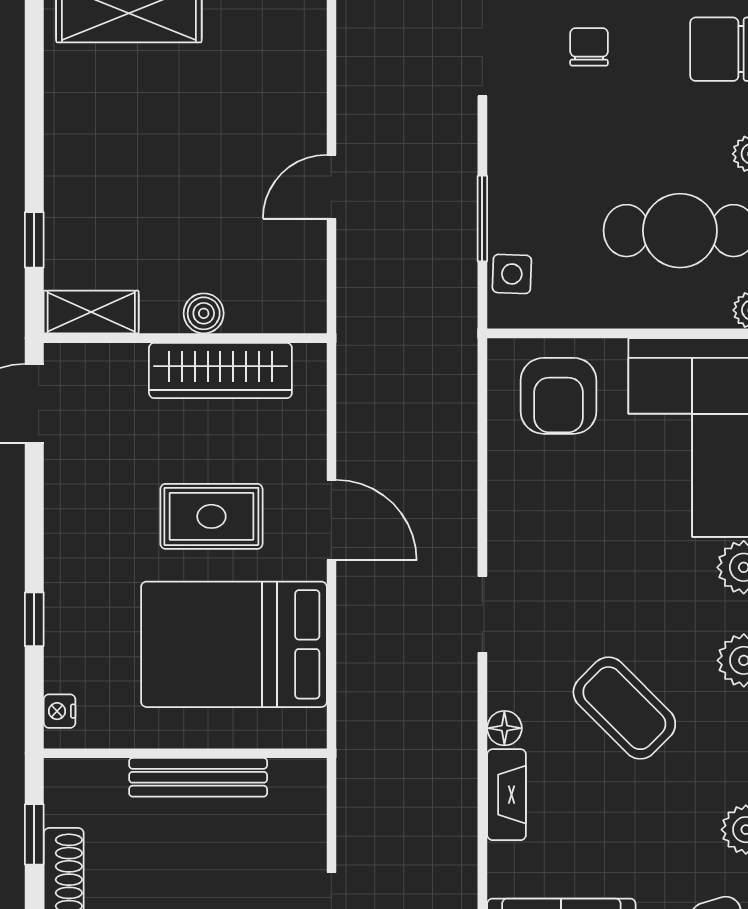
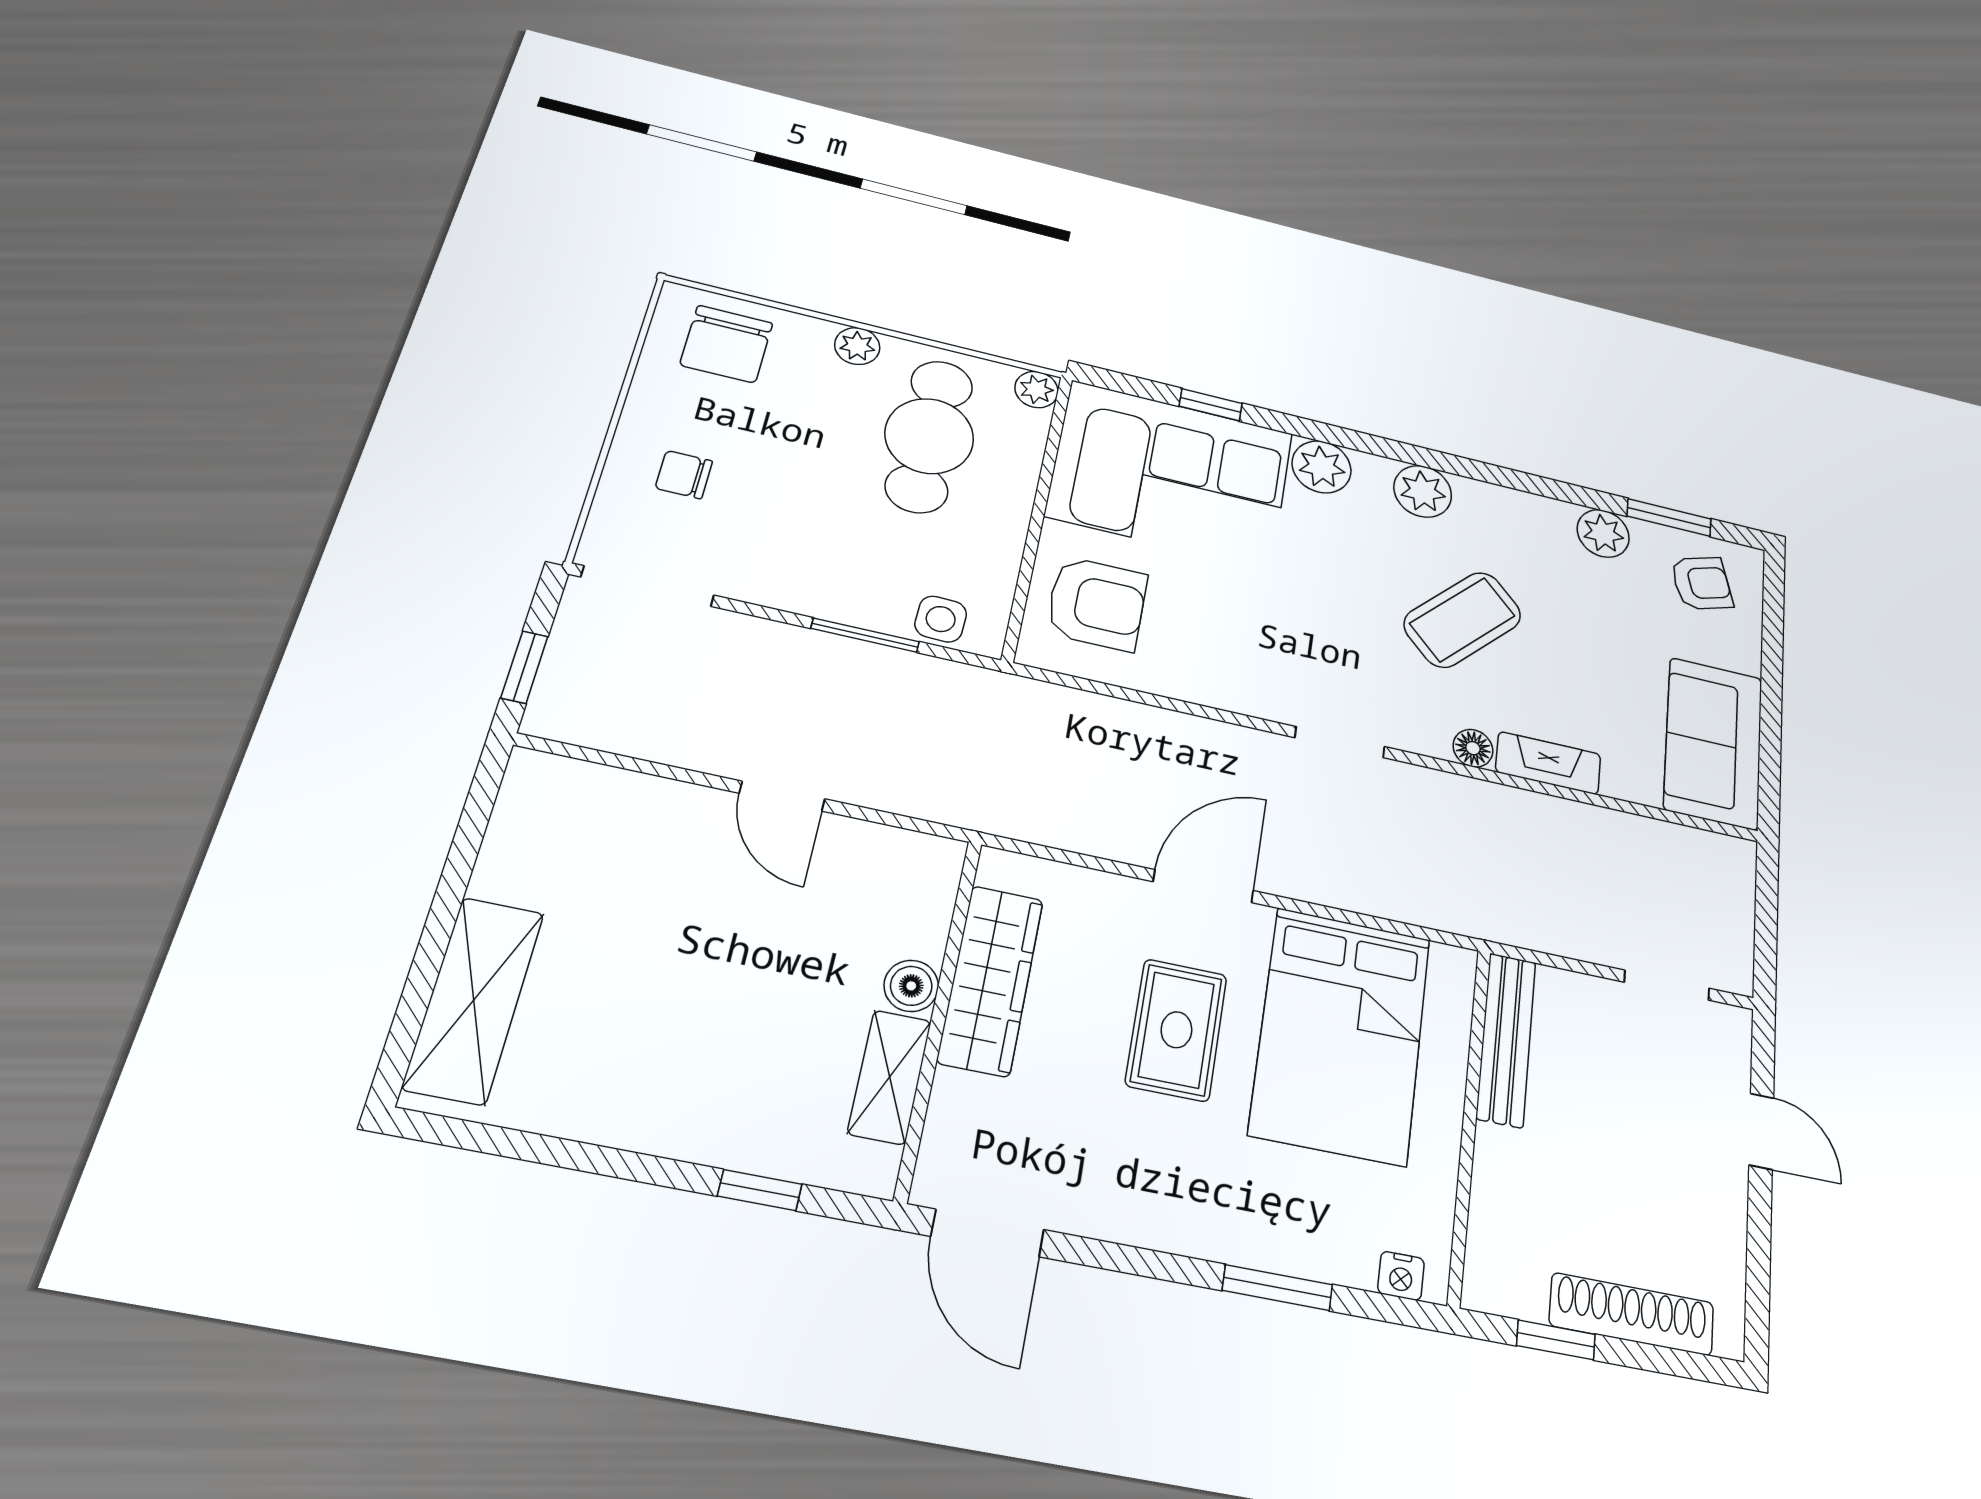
shelving: (91, 312) -> (890, 1077), moved
window: (34, 619) -> (1277, 1288), width x1.50
bench: (198, 777) -> (1506, 1039), moved

